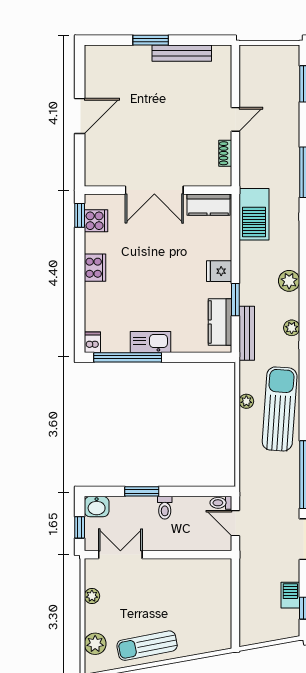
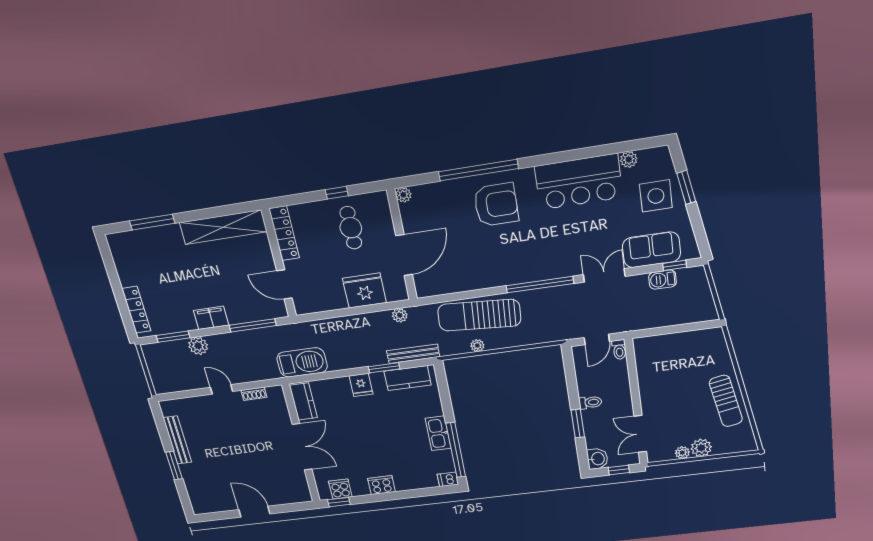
plant: (289, 281) -> (198, 346), moved
toilet: (221, 503) -> (619, 350), moved
plant: (95, 644) -> (701, 448), moved

